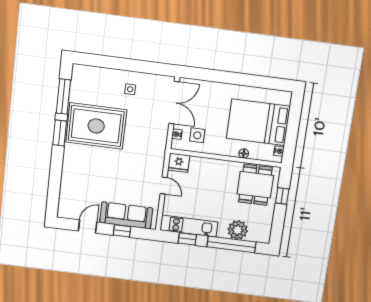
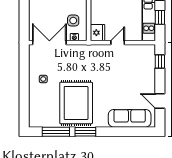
sofa: (126, 215) -> (130, 118), moved, turned 90
window: (122, 231) -> (160, 62), moved

